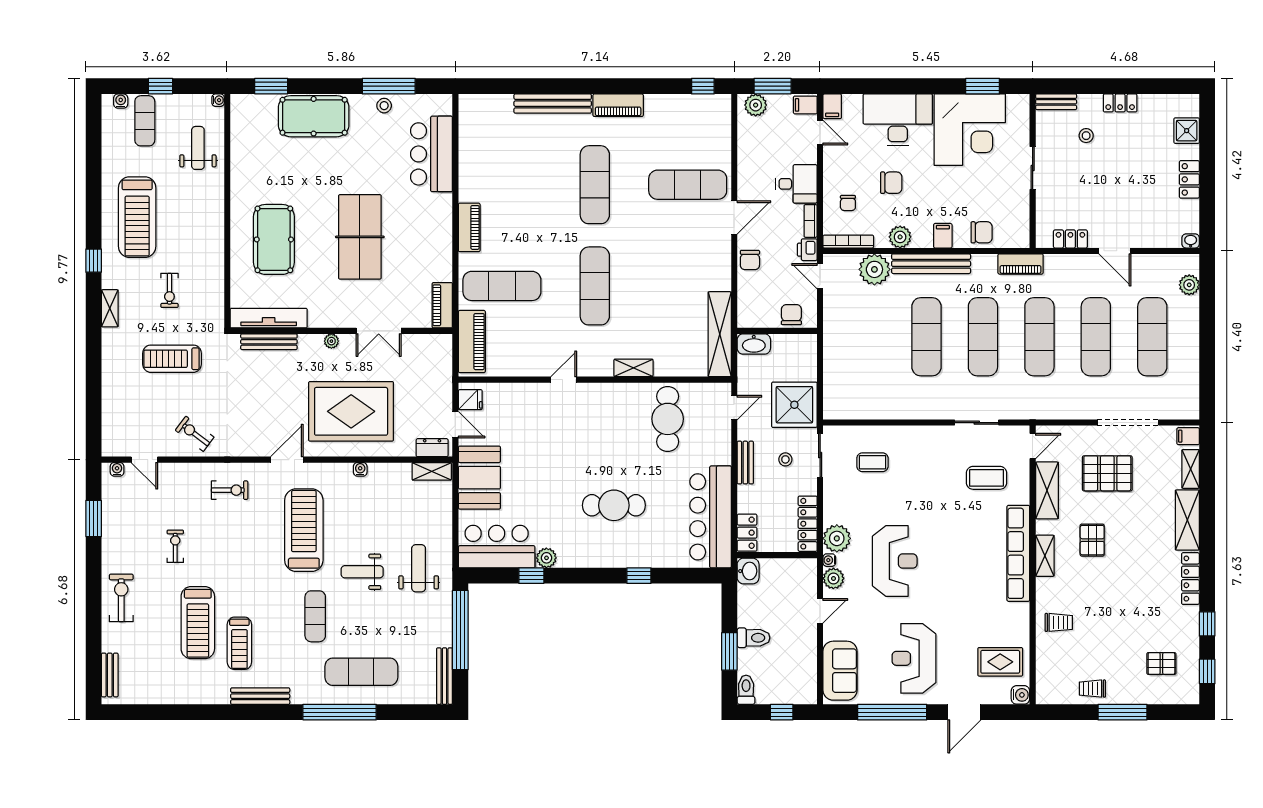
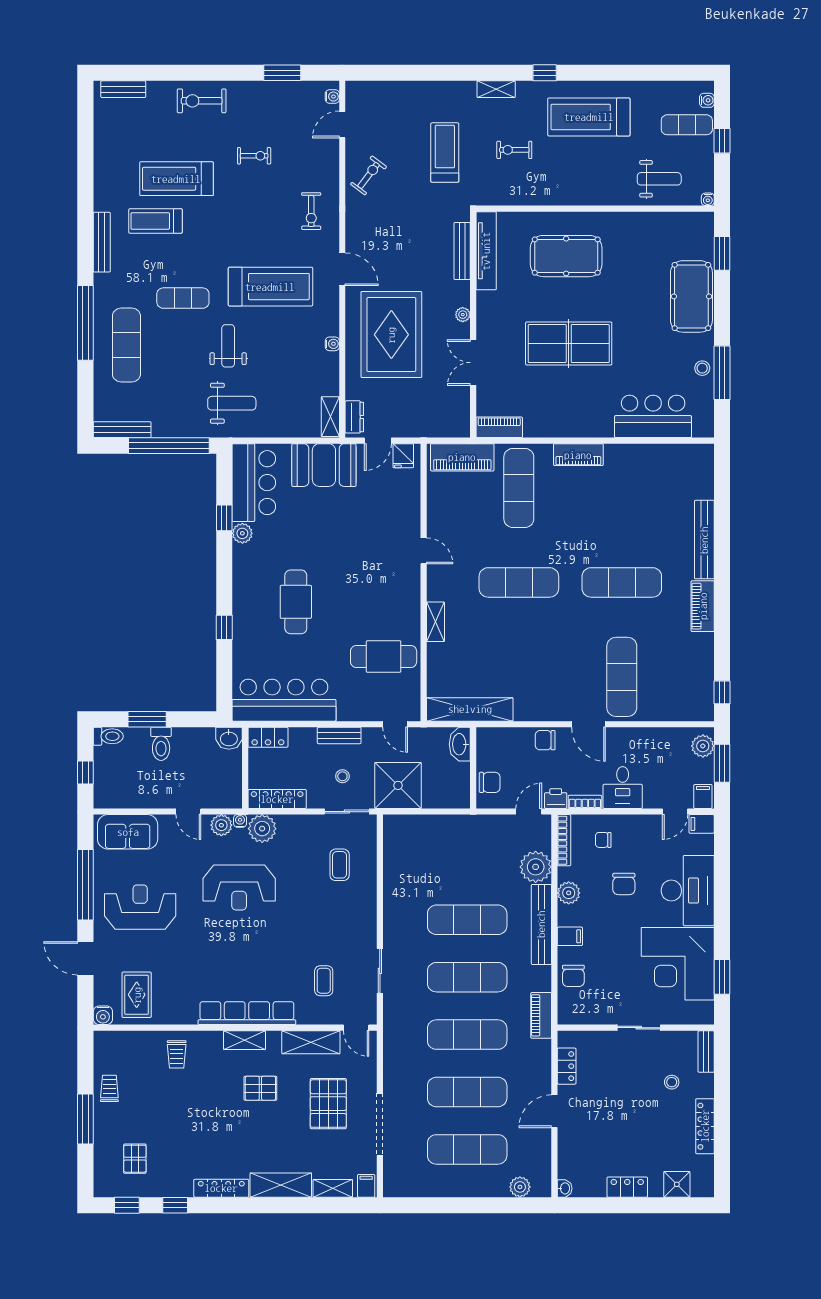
locker: (1120, 103) -> (705, 1126), width x1.53
coffee table: (986, 478) -> (324, 981), width x0.73, depth x0.77
exercise bike: (121, 598) -> (202, 101), turned 180

